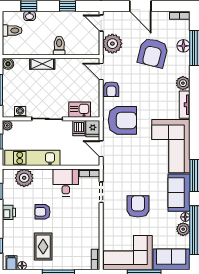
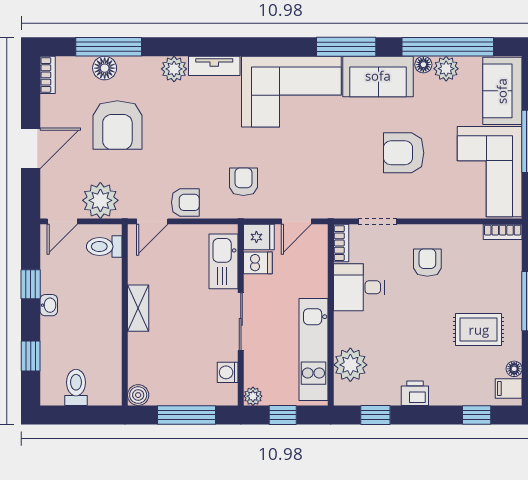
washbasin: (30, 16) -> (49, 305), moved
toilet: (59, 46) -> (104, 247), moved
armchair: (153, 53) -> (117, 125), turned 76
shelving: (42, 64) -> (138, 308), moved
kitchen sink: (80, 110) -> (224, 261), width x1.38
armchair: (122, 120) -> (243, 182), width x0.53, depth x0.53
armchair: (42, 212) -> (427, 263), moved, turned 180

